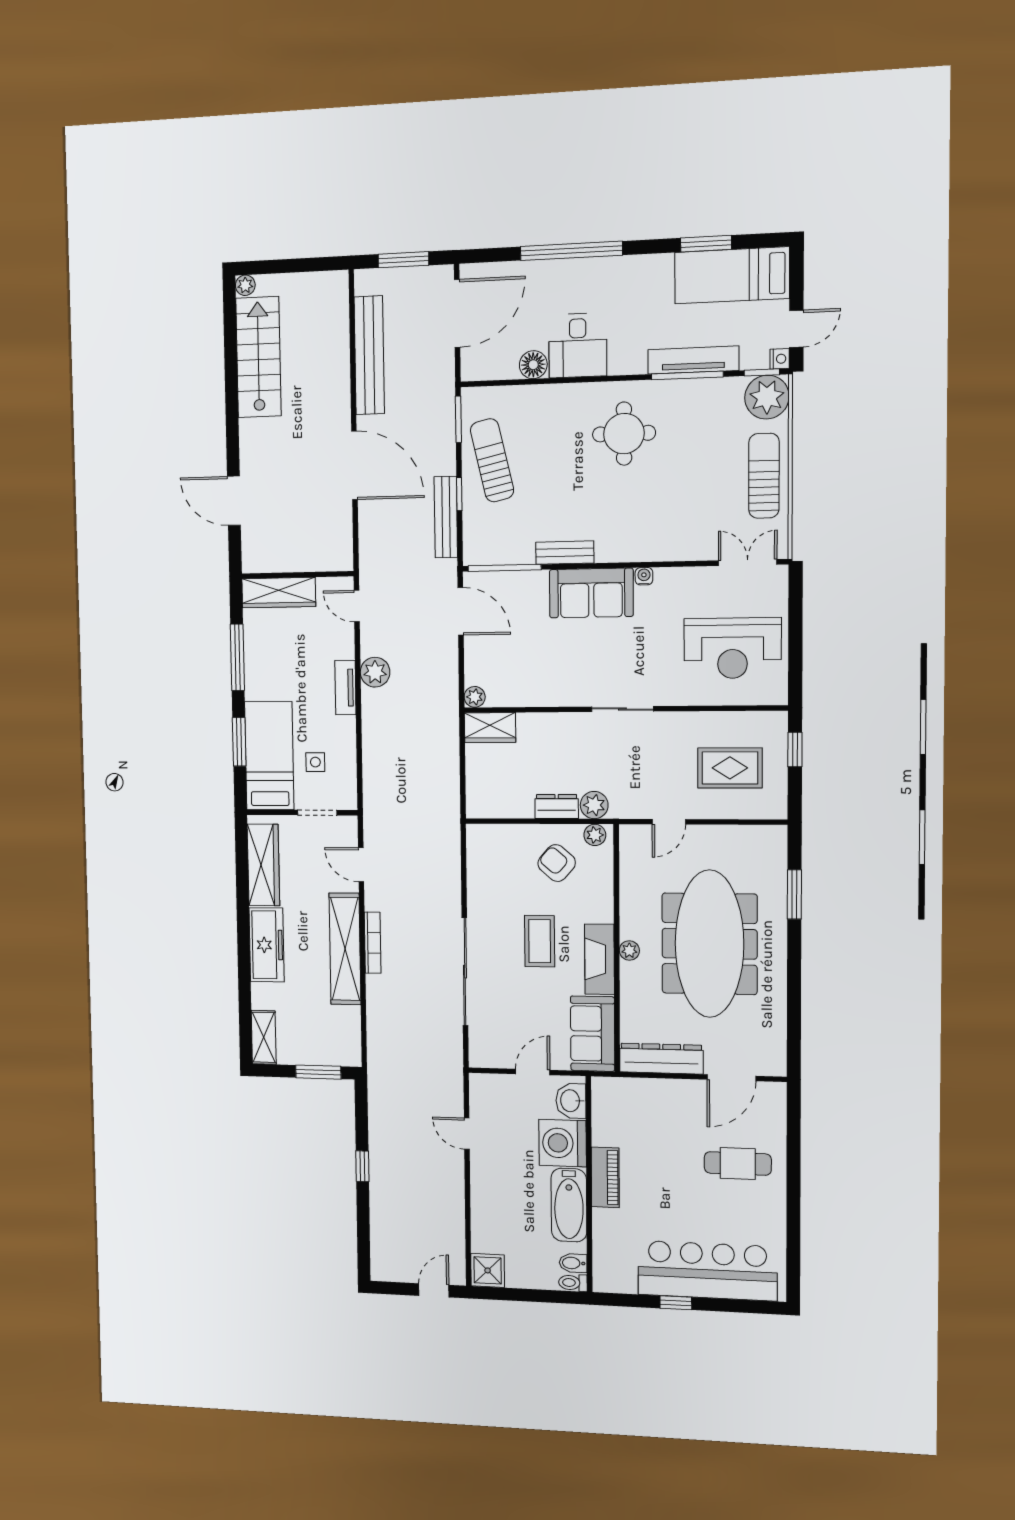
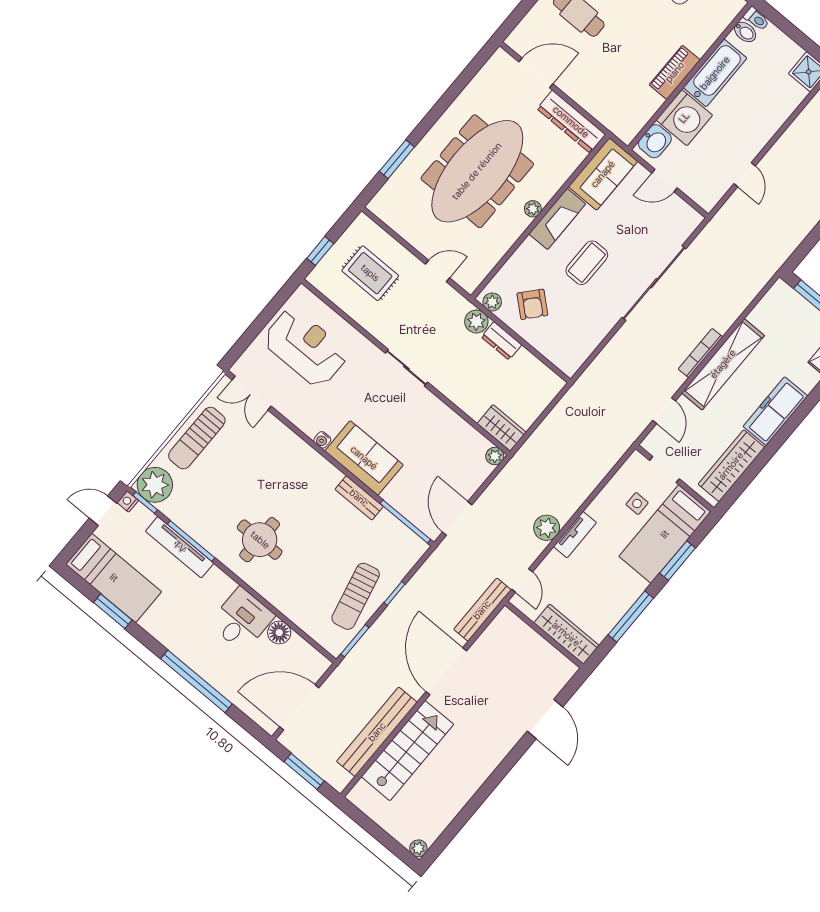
stairs: (258, 357) -> (407, 751), moved, turned 180
bench: (446, 517) -> (482, 610), moved

